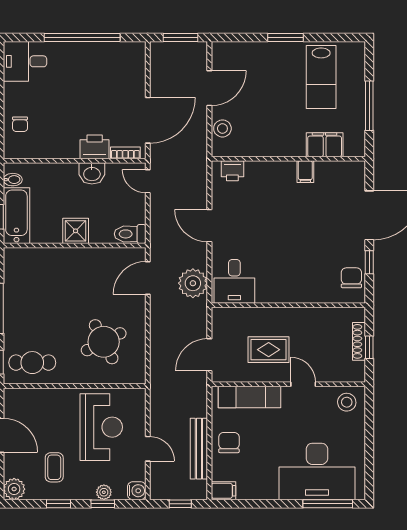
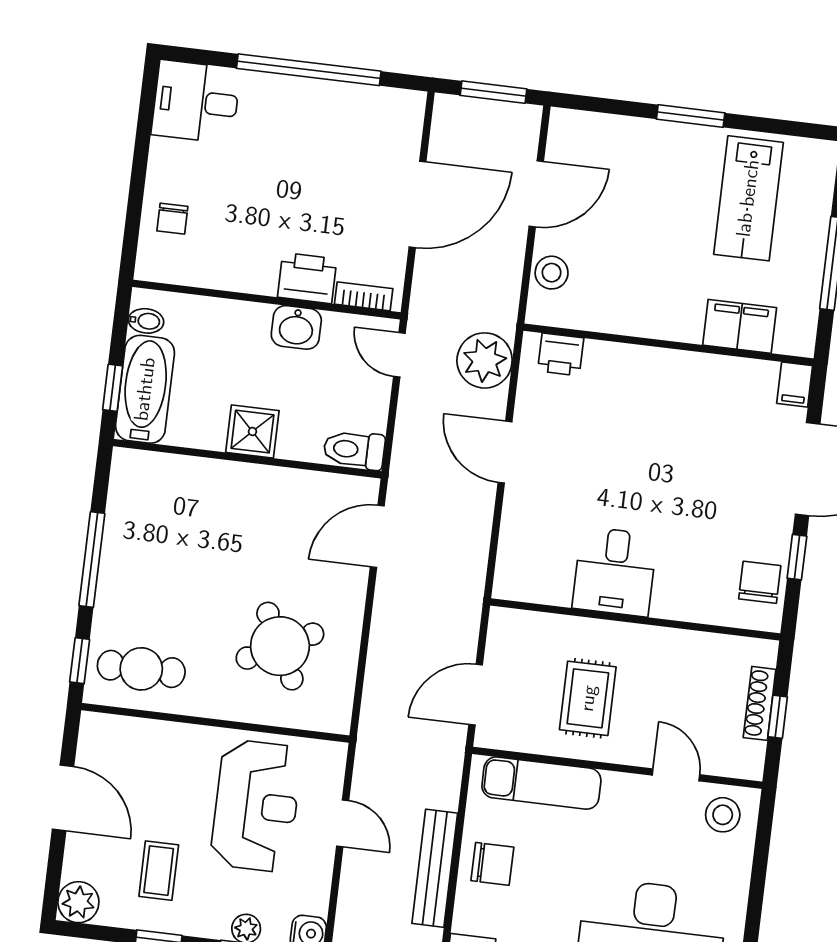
door: (148, 120) -> (417, 204), moved
filing cabinet: (305, 172) -> (795, 384), moved
desk: (234, 281) -> (615, 572), moved
plant: (193, 283) -> (485, 360), moved
rug: (269, 350) -> (588, 698), turned 90
door: (303, 384) -> (676, 775), moved
chair: (229, 443) -> (492, 864), turned 90
door: (148, 449) -> (343, 823), moved

